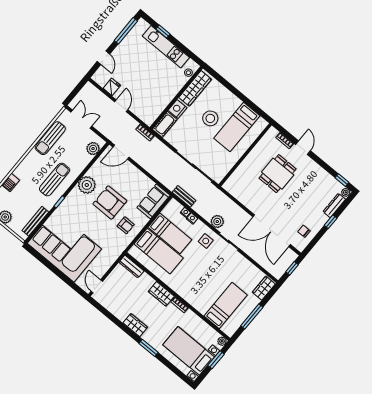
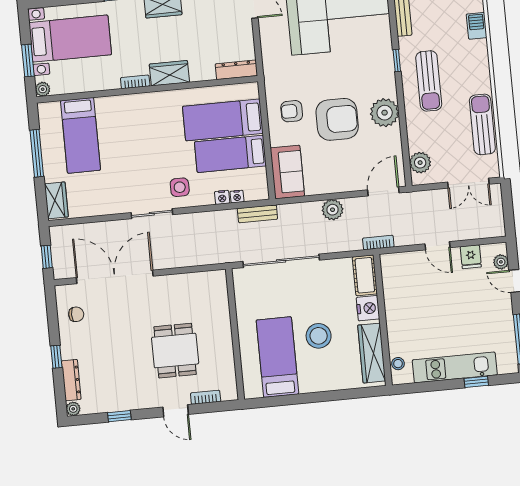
plant: (101, 72) -> (501, 262), added
window: (342, 180) -> (119, 416), moved
plant: (217, 222) -> (333, 210), moved

